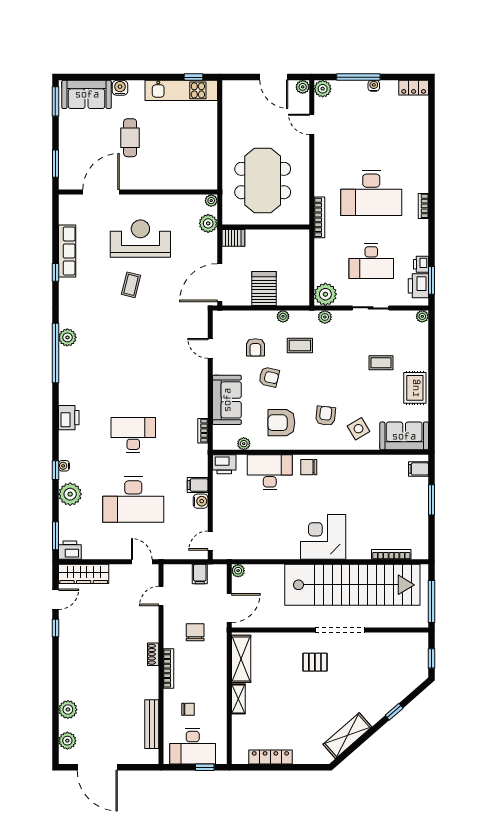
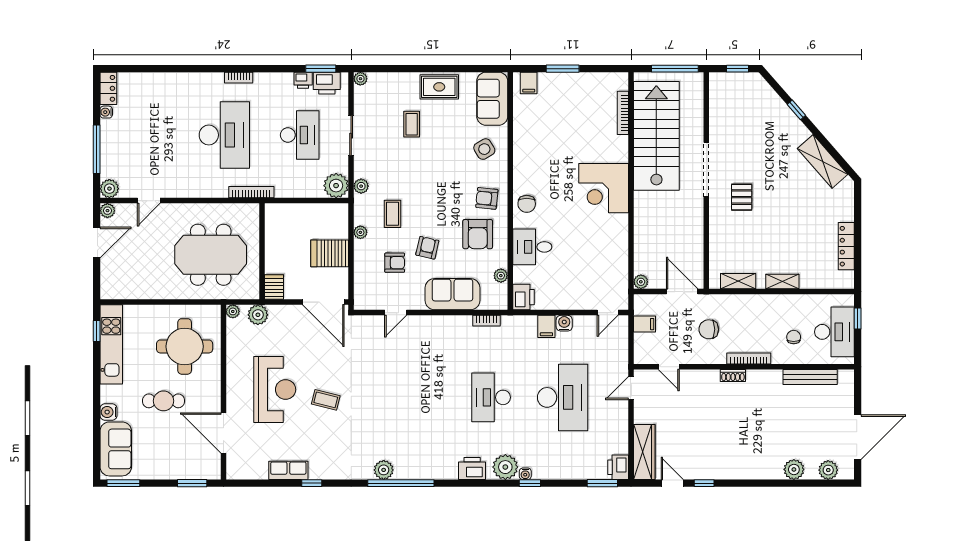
water cooler: (374, 86) -> (106, 112), moved
round table: (179, 157) -> (185, 346), added
reception desk: (140, 239) -> (275, 390), turned 180
row of seats: (67, 251) -> (288, 470), width x0.68
armchair: (326, 416) -> (487, 198), moved
desk: (270, 472) -> (532, 247), width x0.73
plant: (70, 494) -> (505, 467), moved
door: (210, 541) -> (608, 313), hinge flipped
stairs: (352, 585) -> (656, 136), width x0.73
shelving: (241, 659) -> (738, 281), width x0.67, depth x0.75

